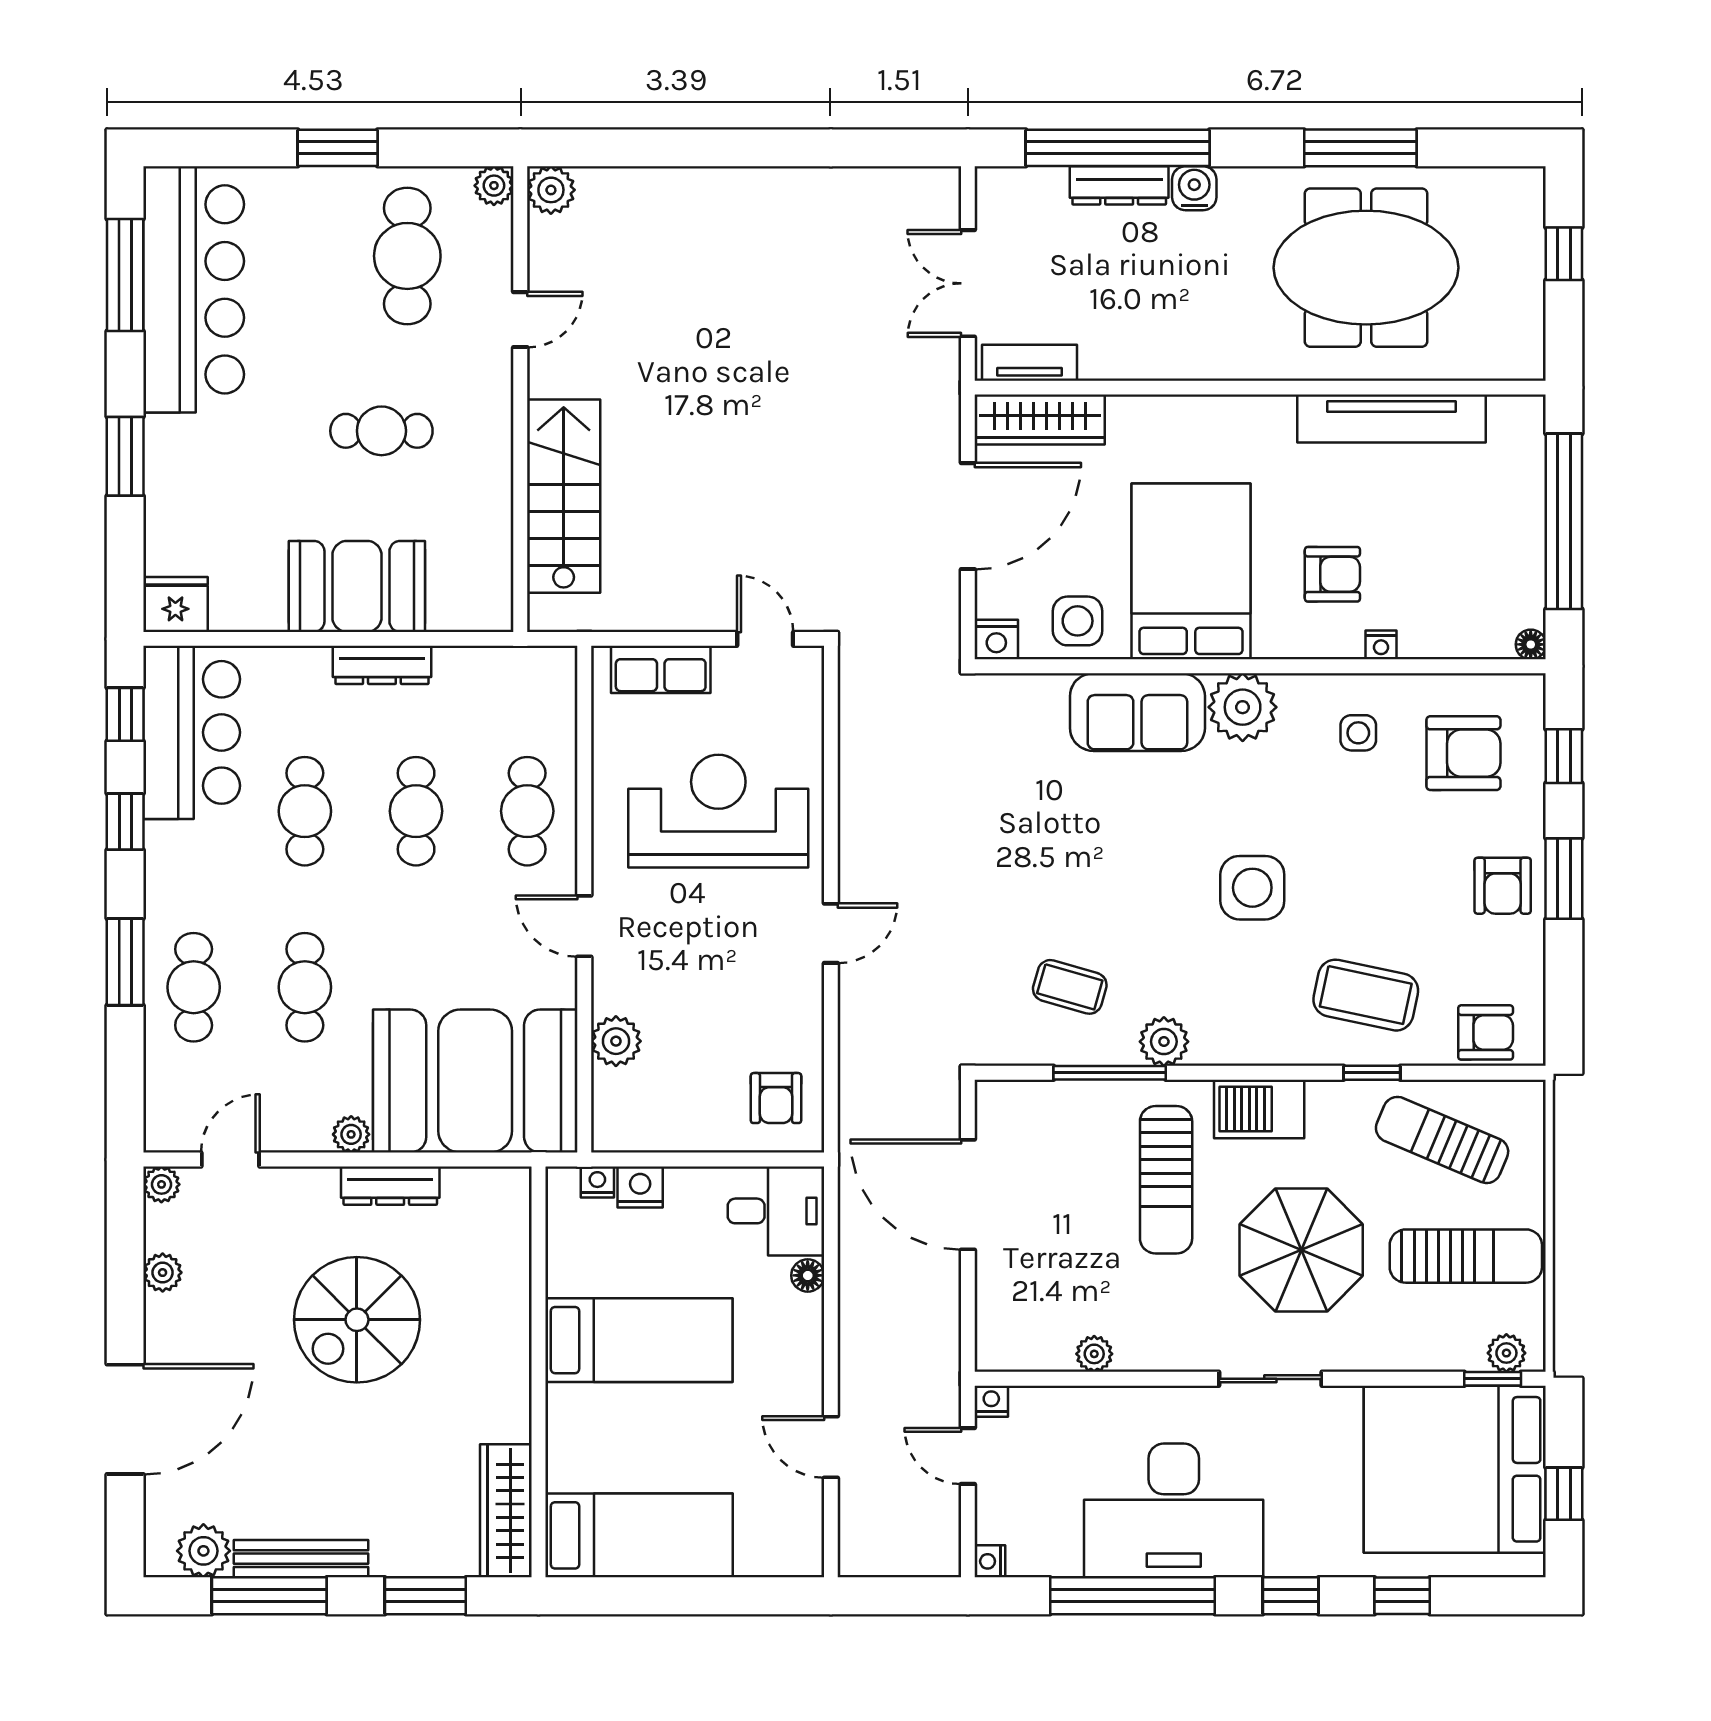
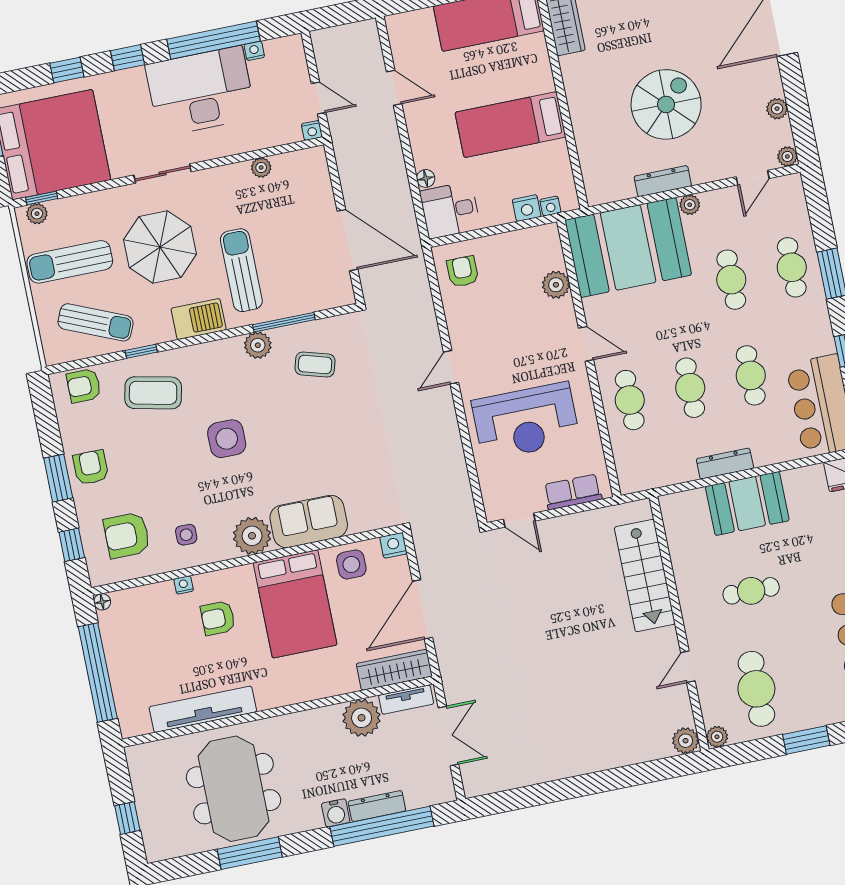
meeting table: (1366, 268) -> (233, 789), turned 90
plant: (1115, 347) -> (362, 718), added
nightstand: (990, 1561) -> (254, 51), moved, turned -90

